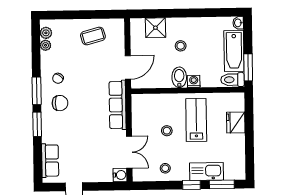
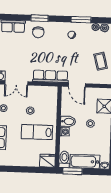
window: (37, 91) -> (81, 20), moved
chair: (60, 103) -> (38, 32), moved
lab bench: (196, 120) -> (37, 132), turned 180
fridge: (236, 122) -> (48, 161), moved

